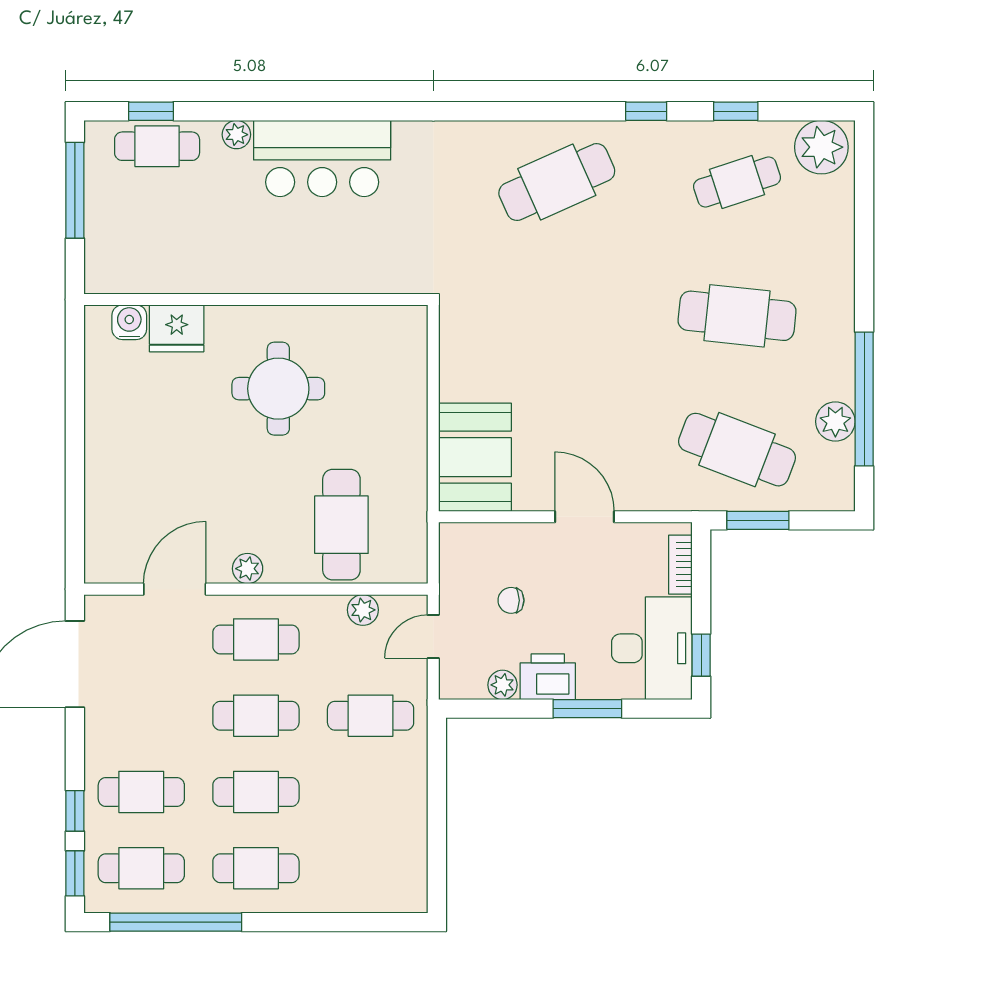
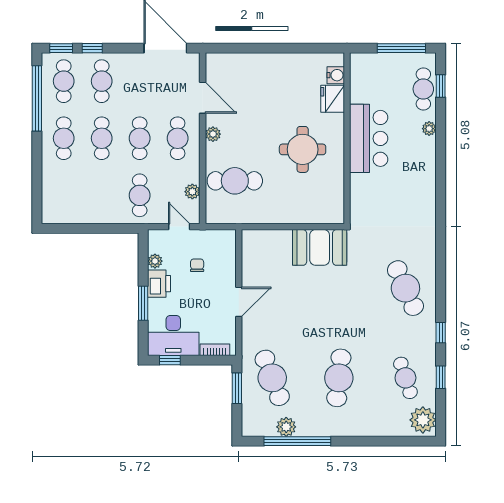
bar counter: (322, 158) -> (369, 138), moved, turned 180
cafe table: (737, 450) -> (272, 378), turned -42
booth: (475, 457) -> (320, 247), moved

